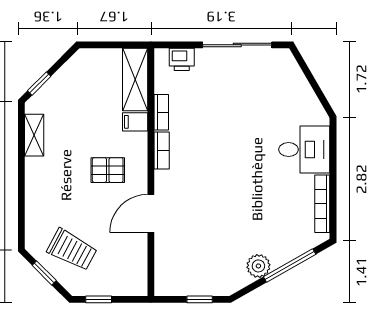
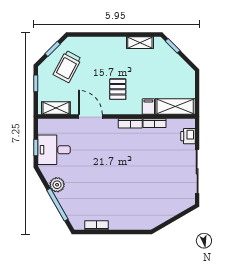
desk: (304, 150) -> (54, 150), moved, turned 90
bookcase: (322, 204) -> (97, 225), width x0.64
shelving: (137, 268) -> (56, 108), added

